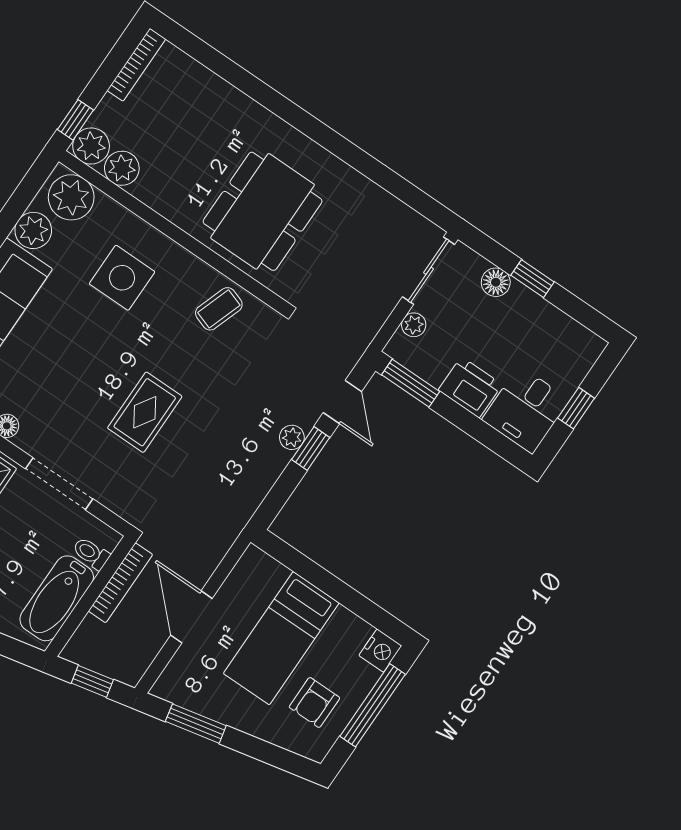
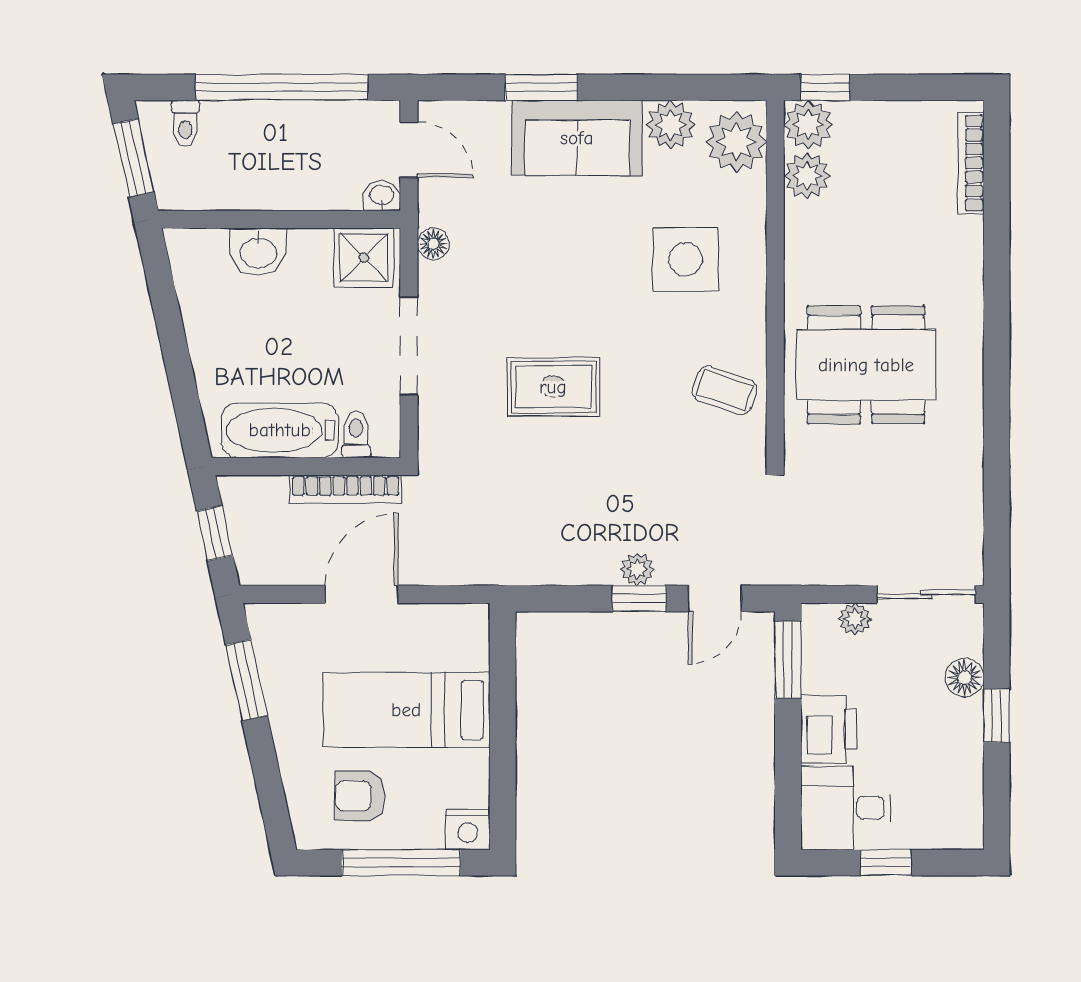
bookcase: (136, 65) -> (971, 163), moved, turned 90

